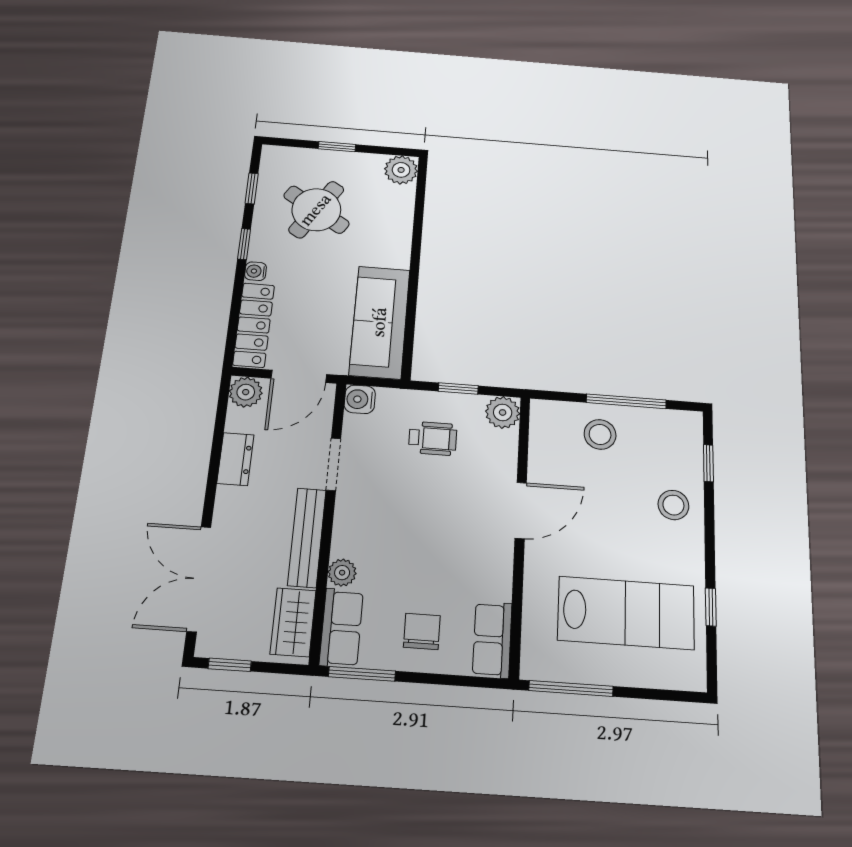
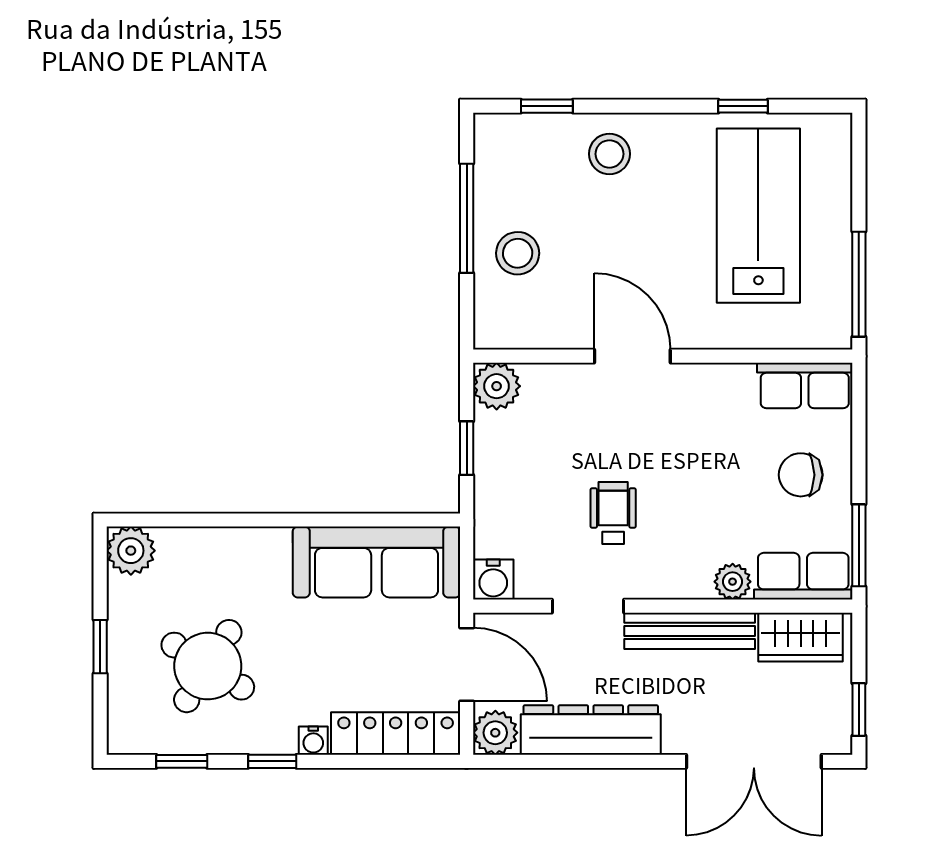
wheelchair: (433, 438) -> (613, 513), moved
dresser: (235, 459) -> (591, 730), width x1.96, depth x1.24

